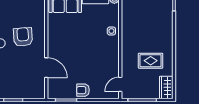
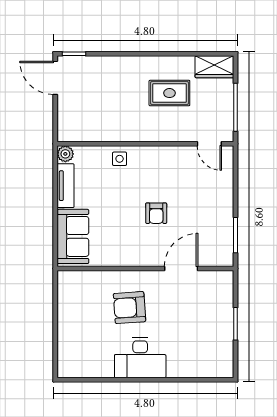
rug: (151, 61) -> (169, 93), turned 90
armchair: (83, 90) -> (156, 213), moved

